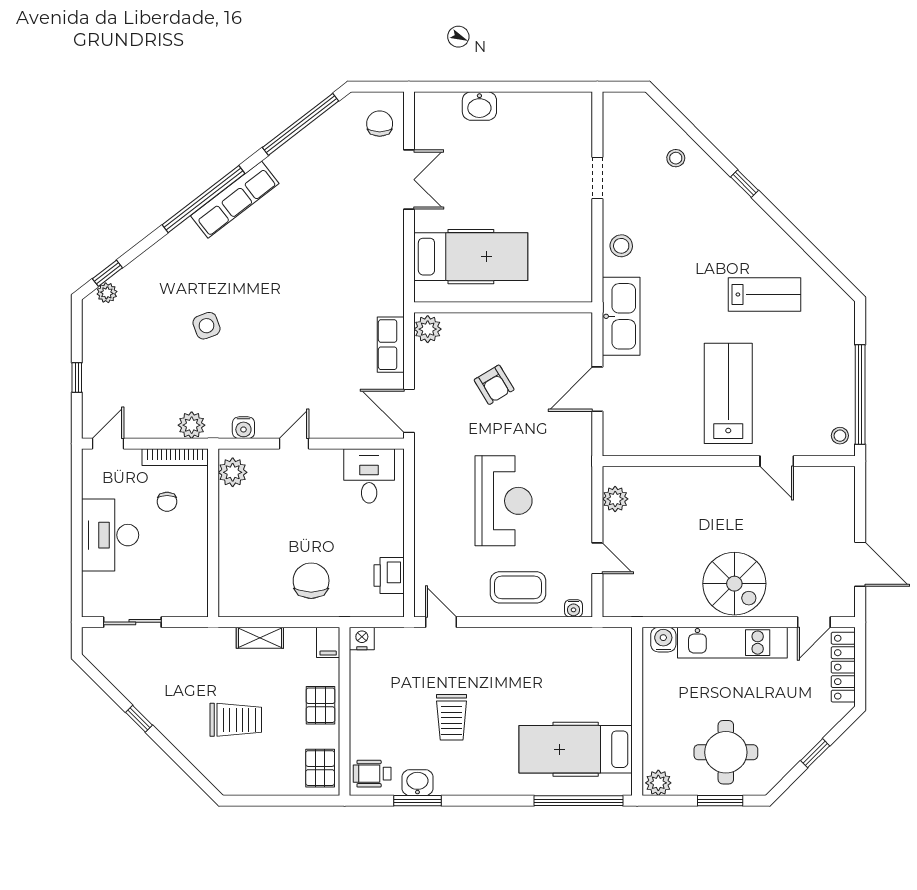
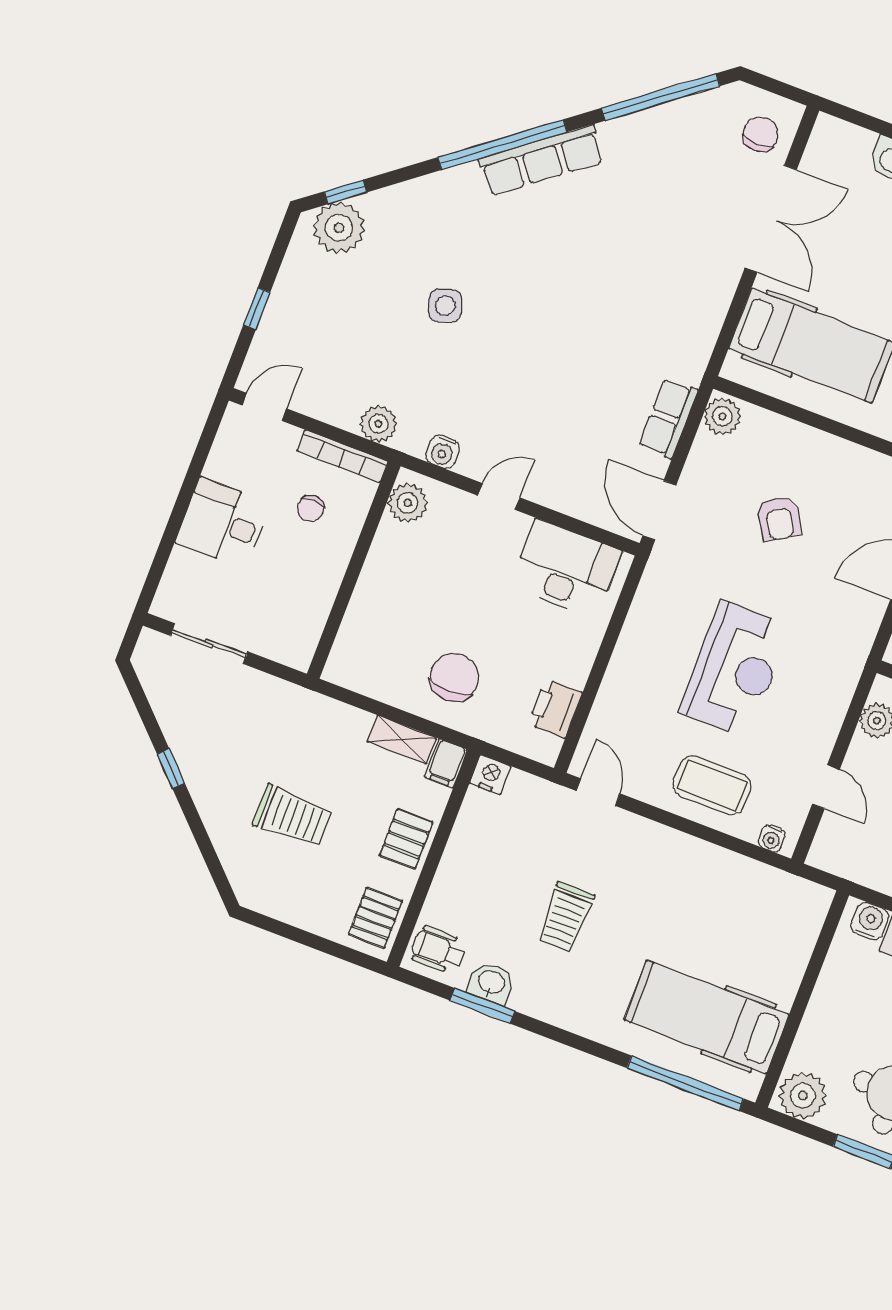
double door: (409, 180) -> (771, 219), width x1.37
plant: (107, 293) -> (339, 228), width x1.87, depth x1.87
desk: (369, 476) -> (566, 569), width x1.37
desk: (110, 535) -> (223, 523), width x0.73
shelving: (260, 638) -> (402, 740), moved
plant: (658, 783) -> (803, 1096), width x1.36, depth x1.36

